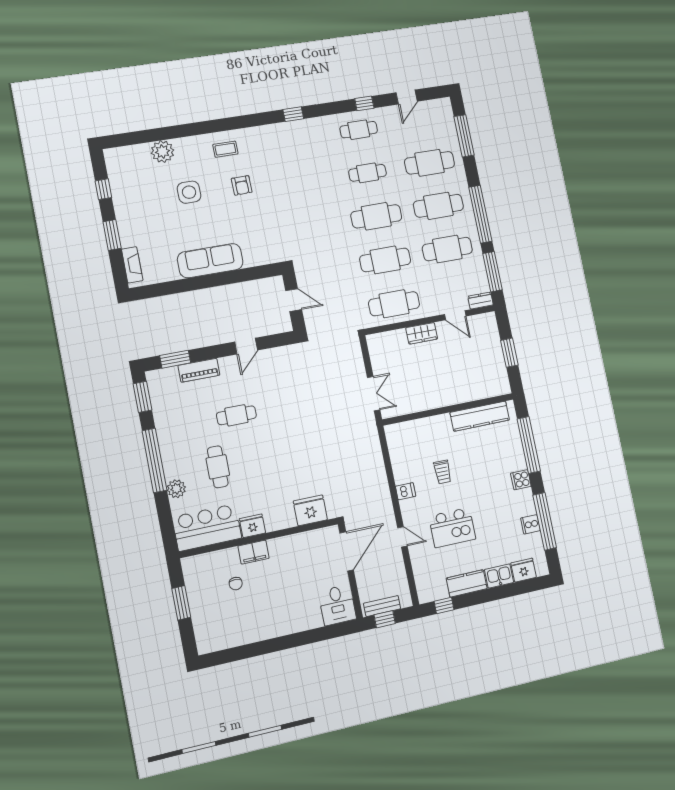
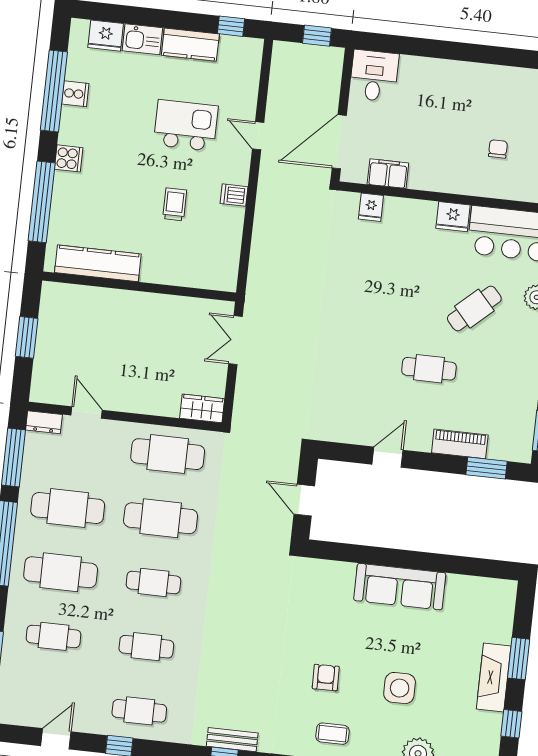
cafe table: (429, 163) -> (53, 636), width x0.73, depth x0.74
cafe table: (376, 216) -> (153, 582), width x0.73, depth x0.74
fireplace: (132, 265) -> (494, 678), moved, width x1.37, depth x1.32
wardrobe: (422, 333) -> (202, 408), moved
cafe table: (218, 467) -> (474, 309), turned 48
fridge: (310, 510) -> (371, 207), width x0.53, depth x0.75
filing cabinet: (254, 552) -> (388, 174), moved
bench: (382, 606) -> (232, 740), moved

